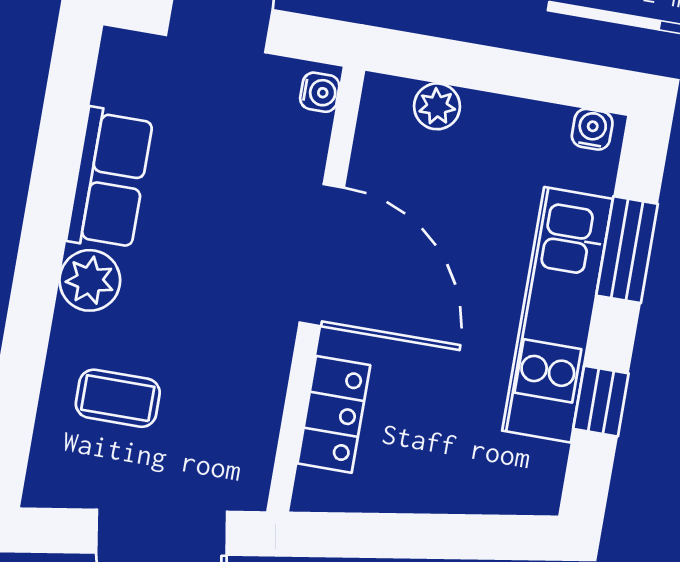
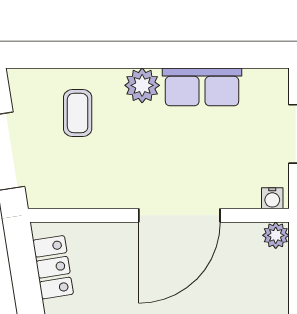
plant: (437, 106) -> (276, 235), moved
locker: (334, 414) -> (53, 267), moved, turned -99

